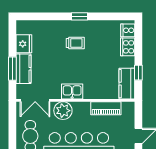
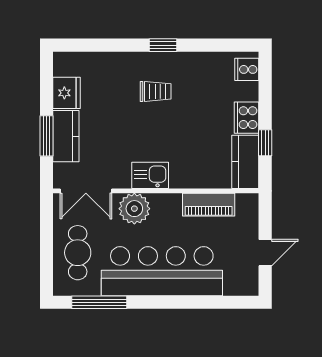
cooker: (128, 47) -> (247, 118), moved

